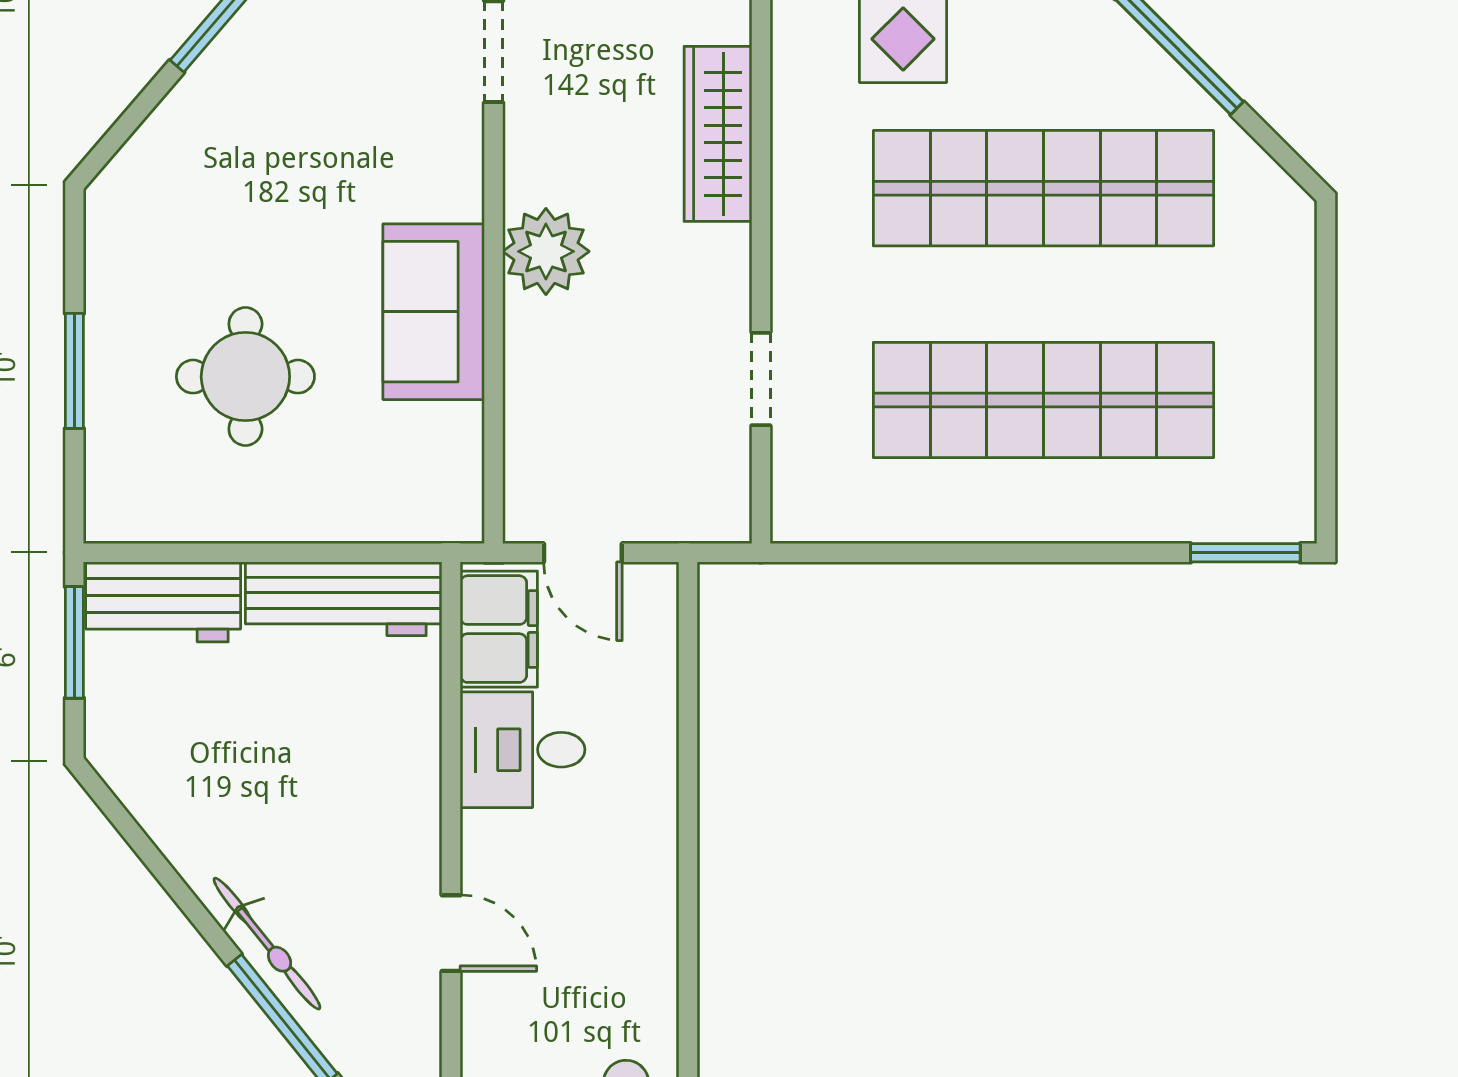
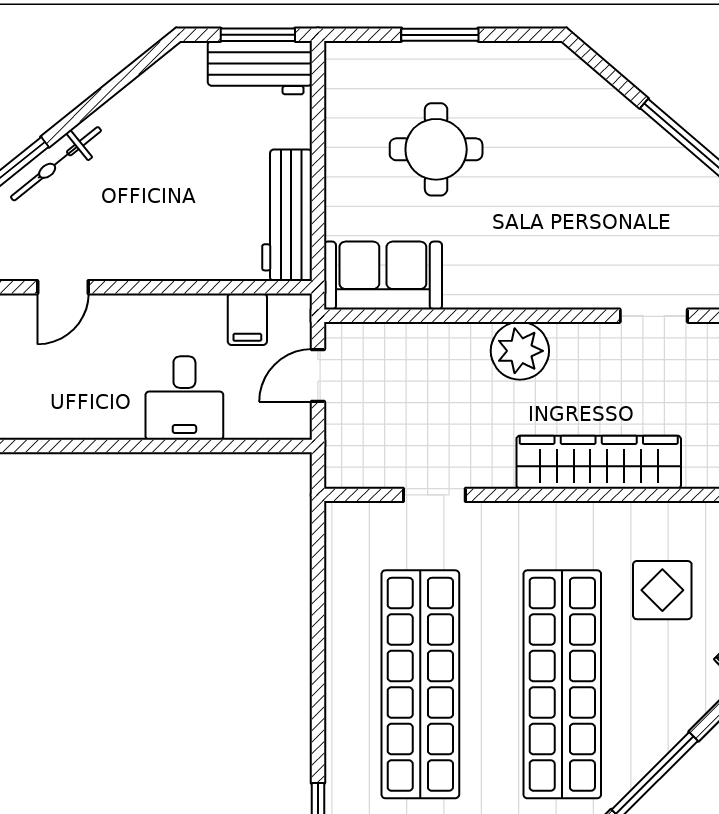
wardrobe: (718, 134) -> (599, 462), width x1.40, depth x1.17
sofa: (434, 312) -> (383, 276), moved
workbench: (163, 602) -> (260, 68), moved, turned -90
filing cabinet: (499, 629) -> (247, 319), width x0.50
desk: (523, 750) -> (184, 398), moved, turned 180

